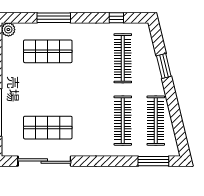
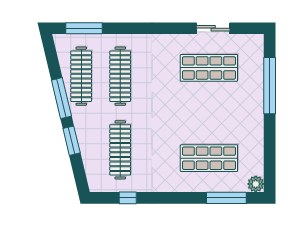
window: (54, 18) -> (226, 198), moved
window: (172, 102) -> (61, 98), added
sliding door: (44, 161) -> (213, 28), width x0.54

